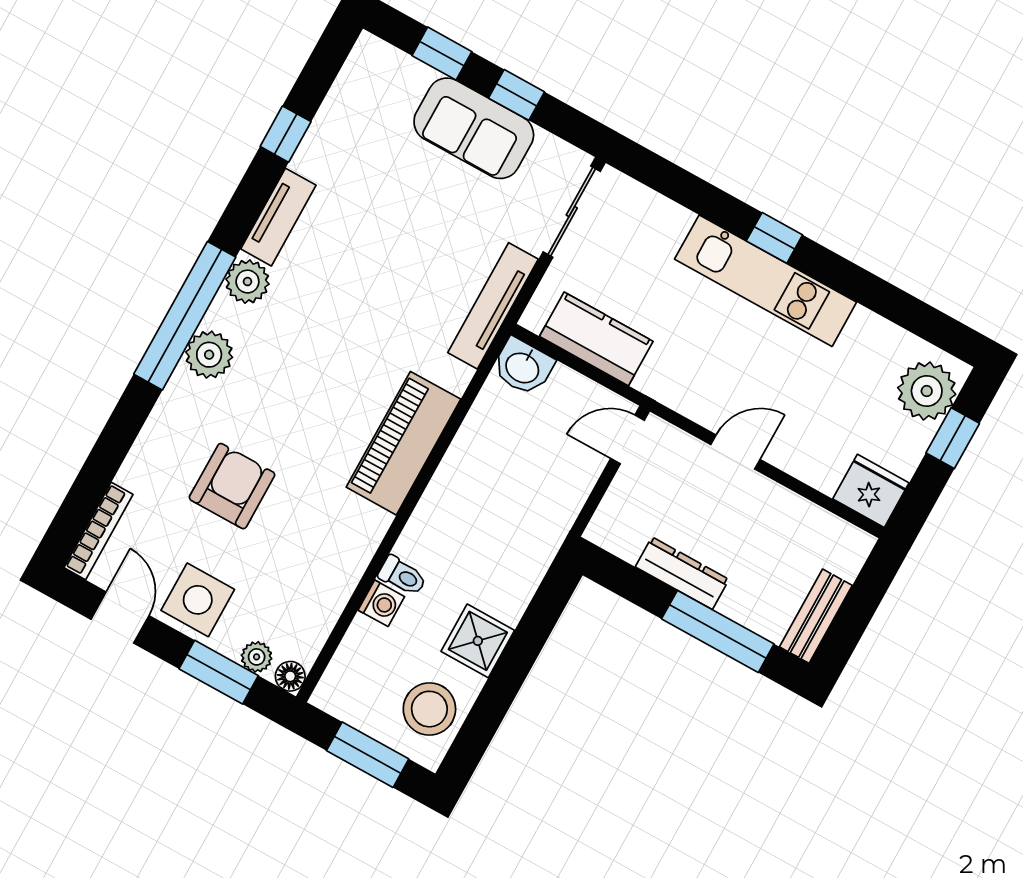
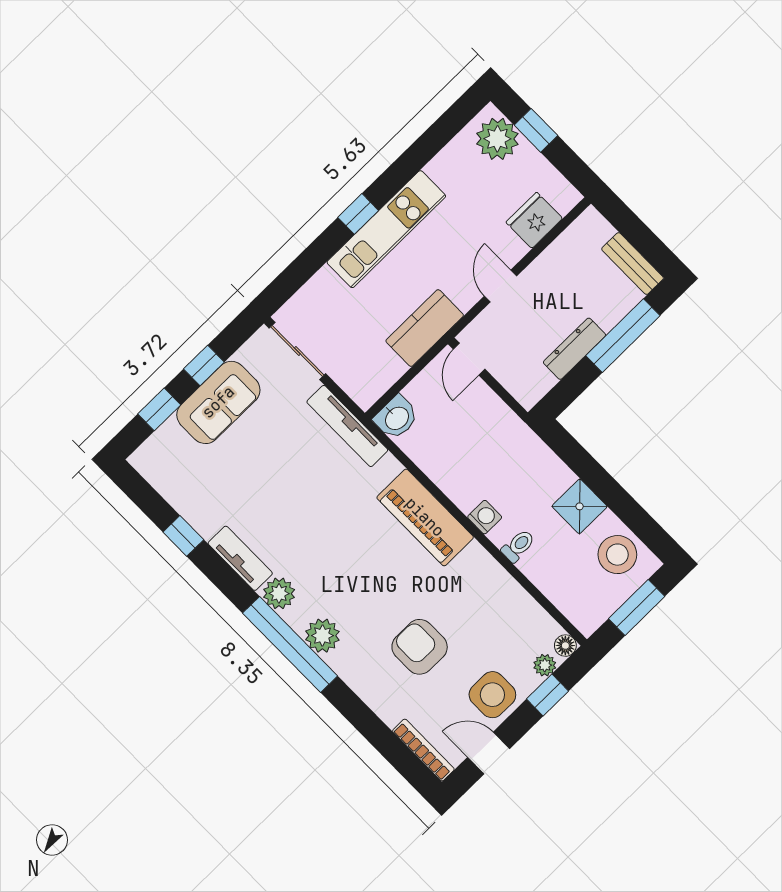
kitchen counter: (596, 339) -> (425, 328), moved
fridge: (871, 491) -> (534, 220), moved
washing machine: (381, 603) -> (485, 517), moved
window: (219, 672) -> (548, 695), width x0.67

